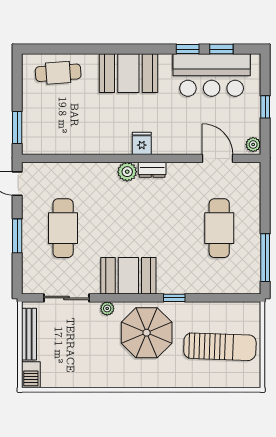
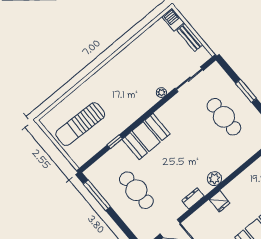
dresser: (152, 170) -> (193, 198), moved
booth: (128, 276) -> (146, 137), moved
window: (174, 298) -> (115, 142), moved
parasol: (147, 333) -> (128, 97), removed
bench: (29, 334) -> (190, 38), width x0.73

